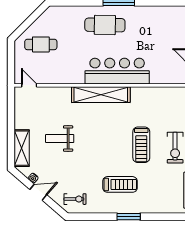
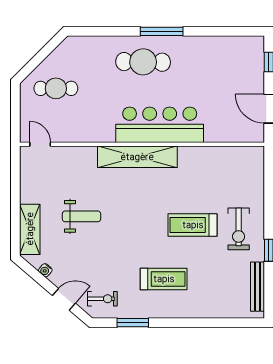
weight bench: (60, 139) -> (81, 216), turned 180
treadmill: (141, 145) -> (193, 225), turned 90
door: (38, 192) -> (64, 299), moved
window: (129, 217) -> (133, 323), moved

